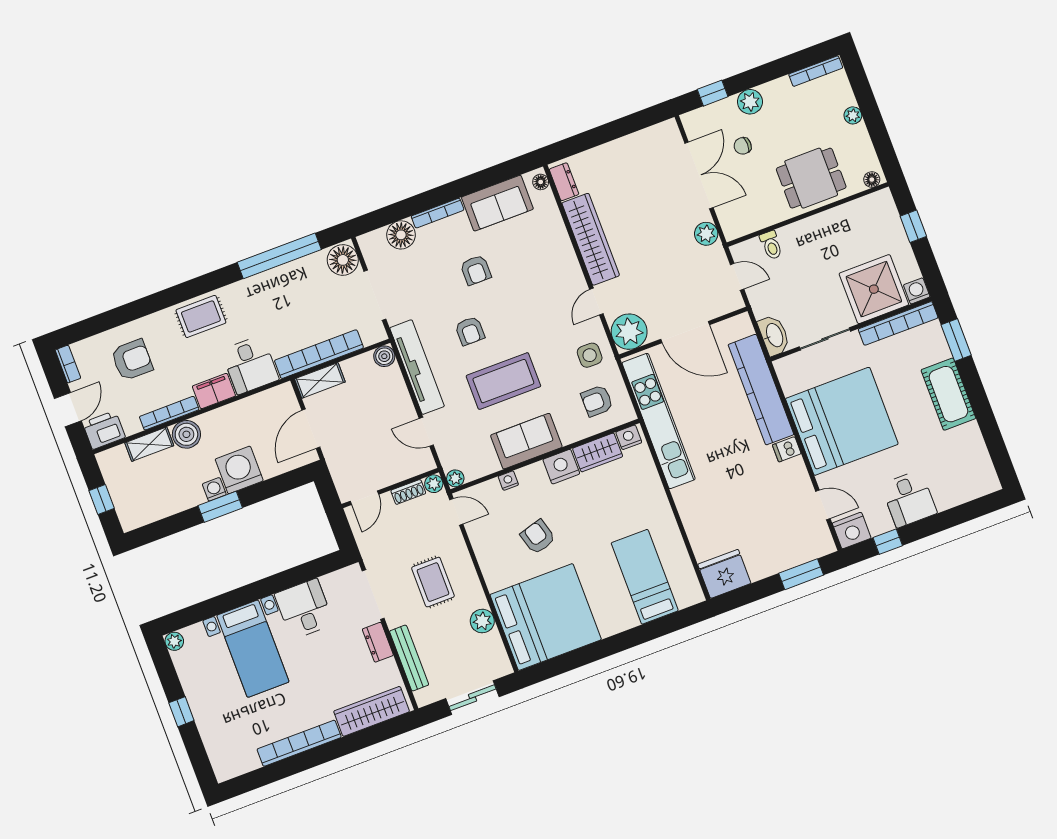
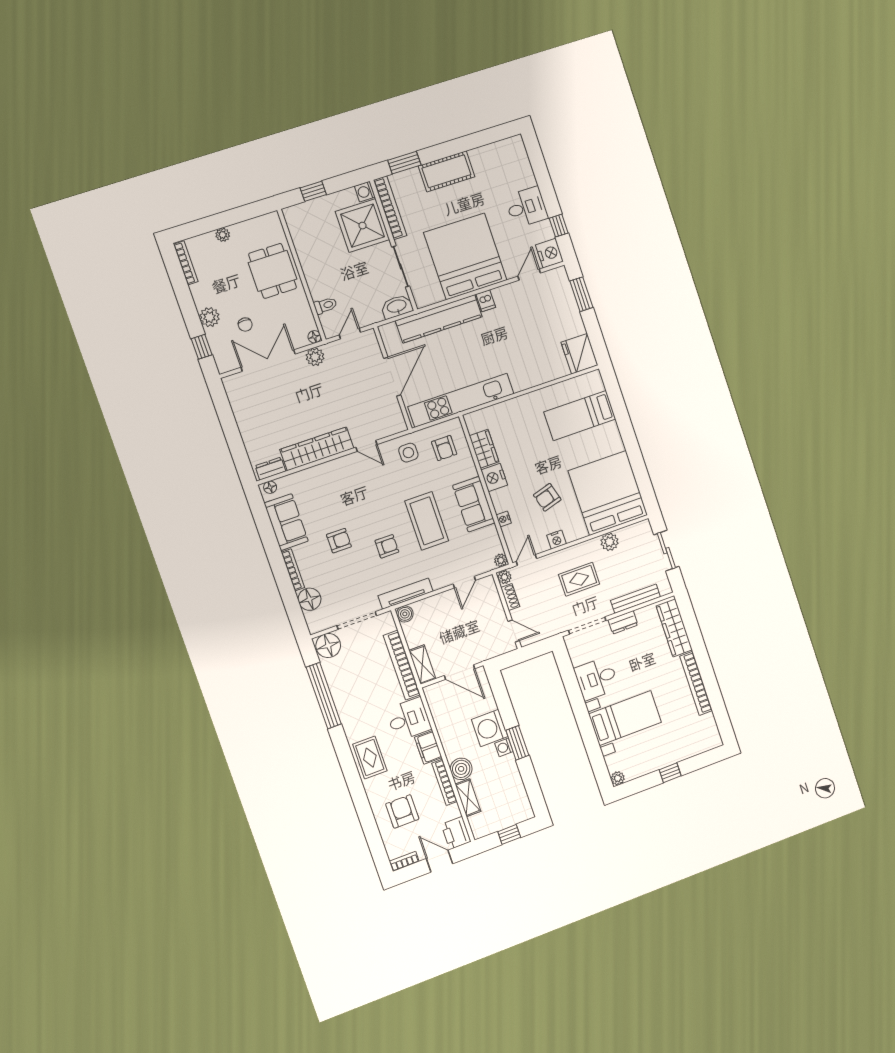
floor lamp: (872, 180) -> (314, 337), moved
plant: (629, 332) -> (391, 421), removed
tv unit: (417, 367) -> (406, 594), width x0.73, depth x0.78
nightstand: (629, 437) -> (556, 540), moved, turned -90

